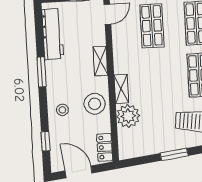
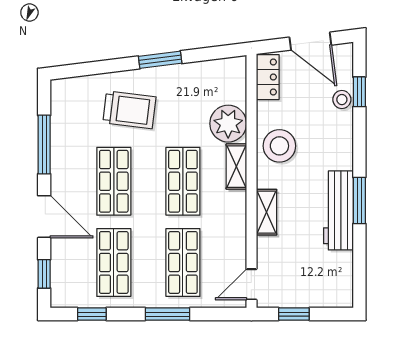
workbench: (53, 34) -> (338, 210), moved
shop shelf: (155, 78) -> (183, 181), added
stool: (62, 110) -> (342, 100), moved

